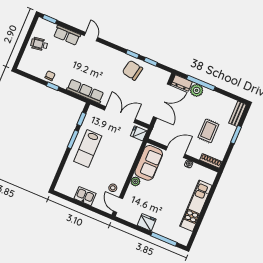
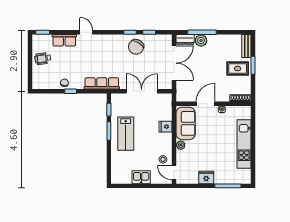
chair: (132, 70) -> (136, 47), turned -69
rug: (208, 131) -> (238, 69), moved, turned 90
fridge: (139, 133) -> (166, 127), moved

